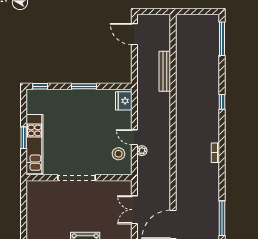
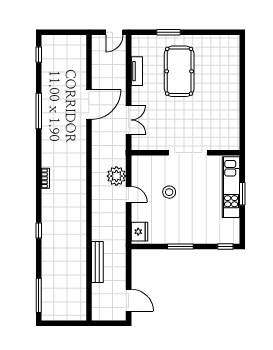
plant: (142, 151) -> (116, 176), width x1.88, depth x1.88
stool: (119, 154) -> (169, 192), moved

